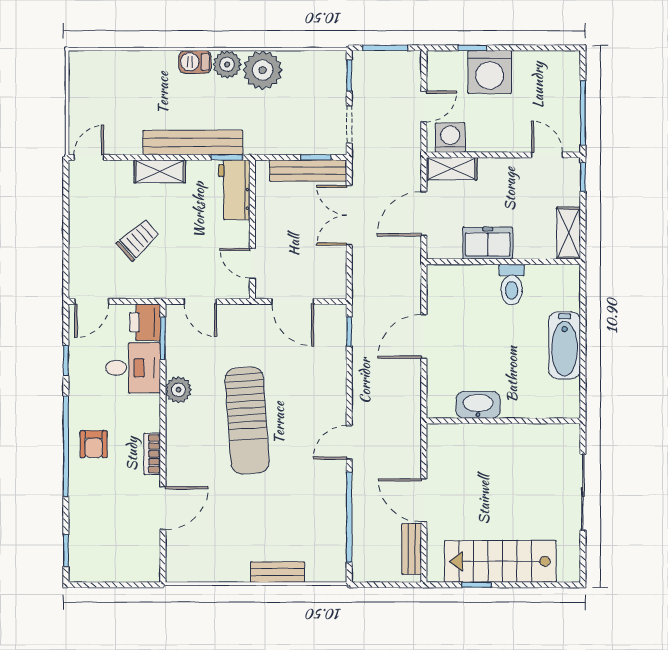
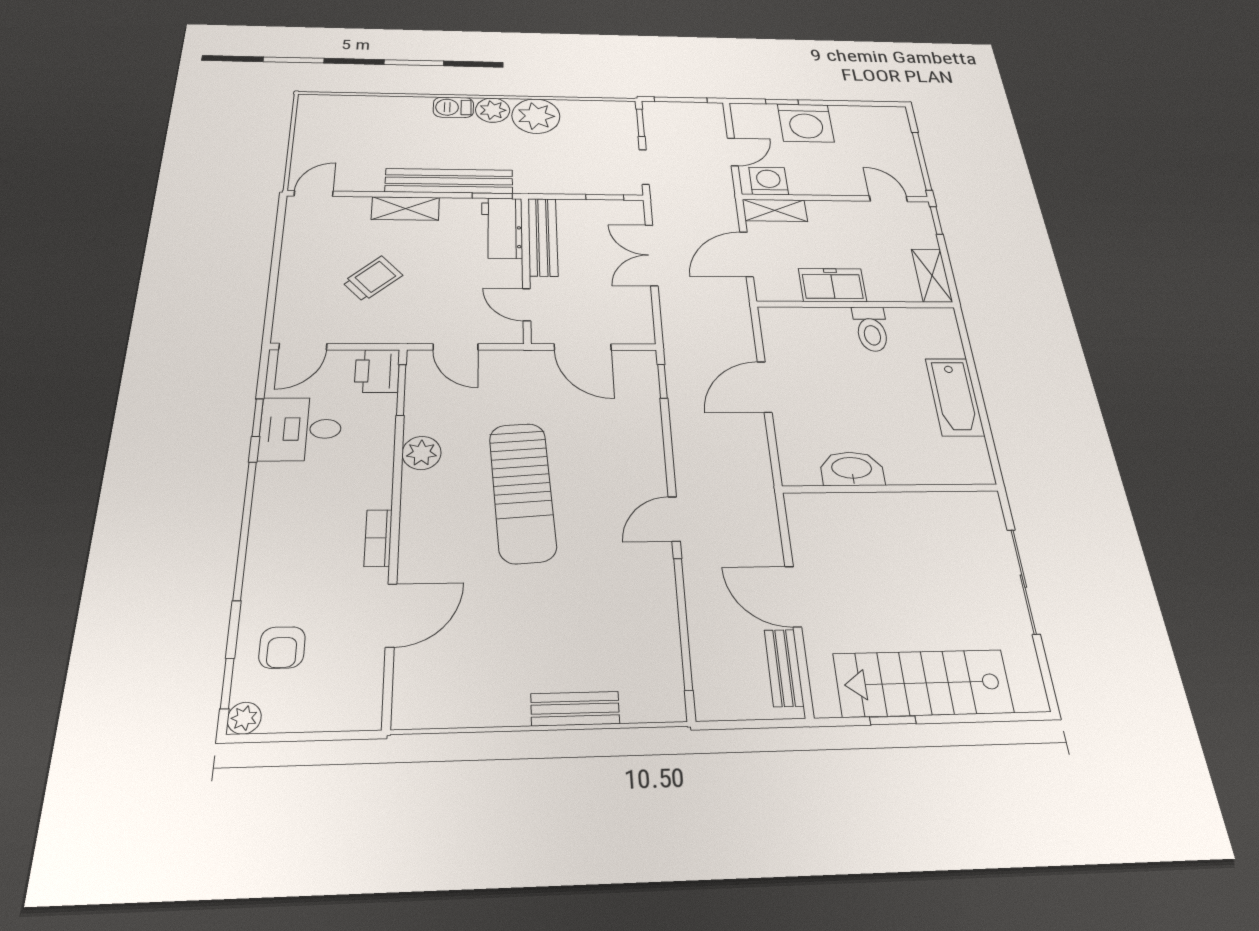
bench: (308, 171) -> (543, 237), moved, turned 90
desk: (133, 368) -> (300, 429), moved, turned 180
armchair: (94, 444) -> (282, 647), moved
plant: (78, 572) -> (244, 718), added

